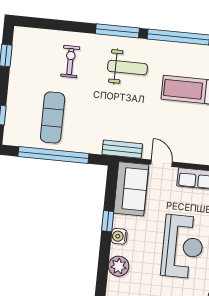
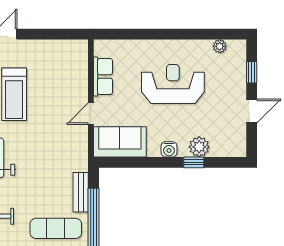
bench: (122, 149) -> (81, 192), moved
window: (108, 221) -> (194, 162), moved

